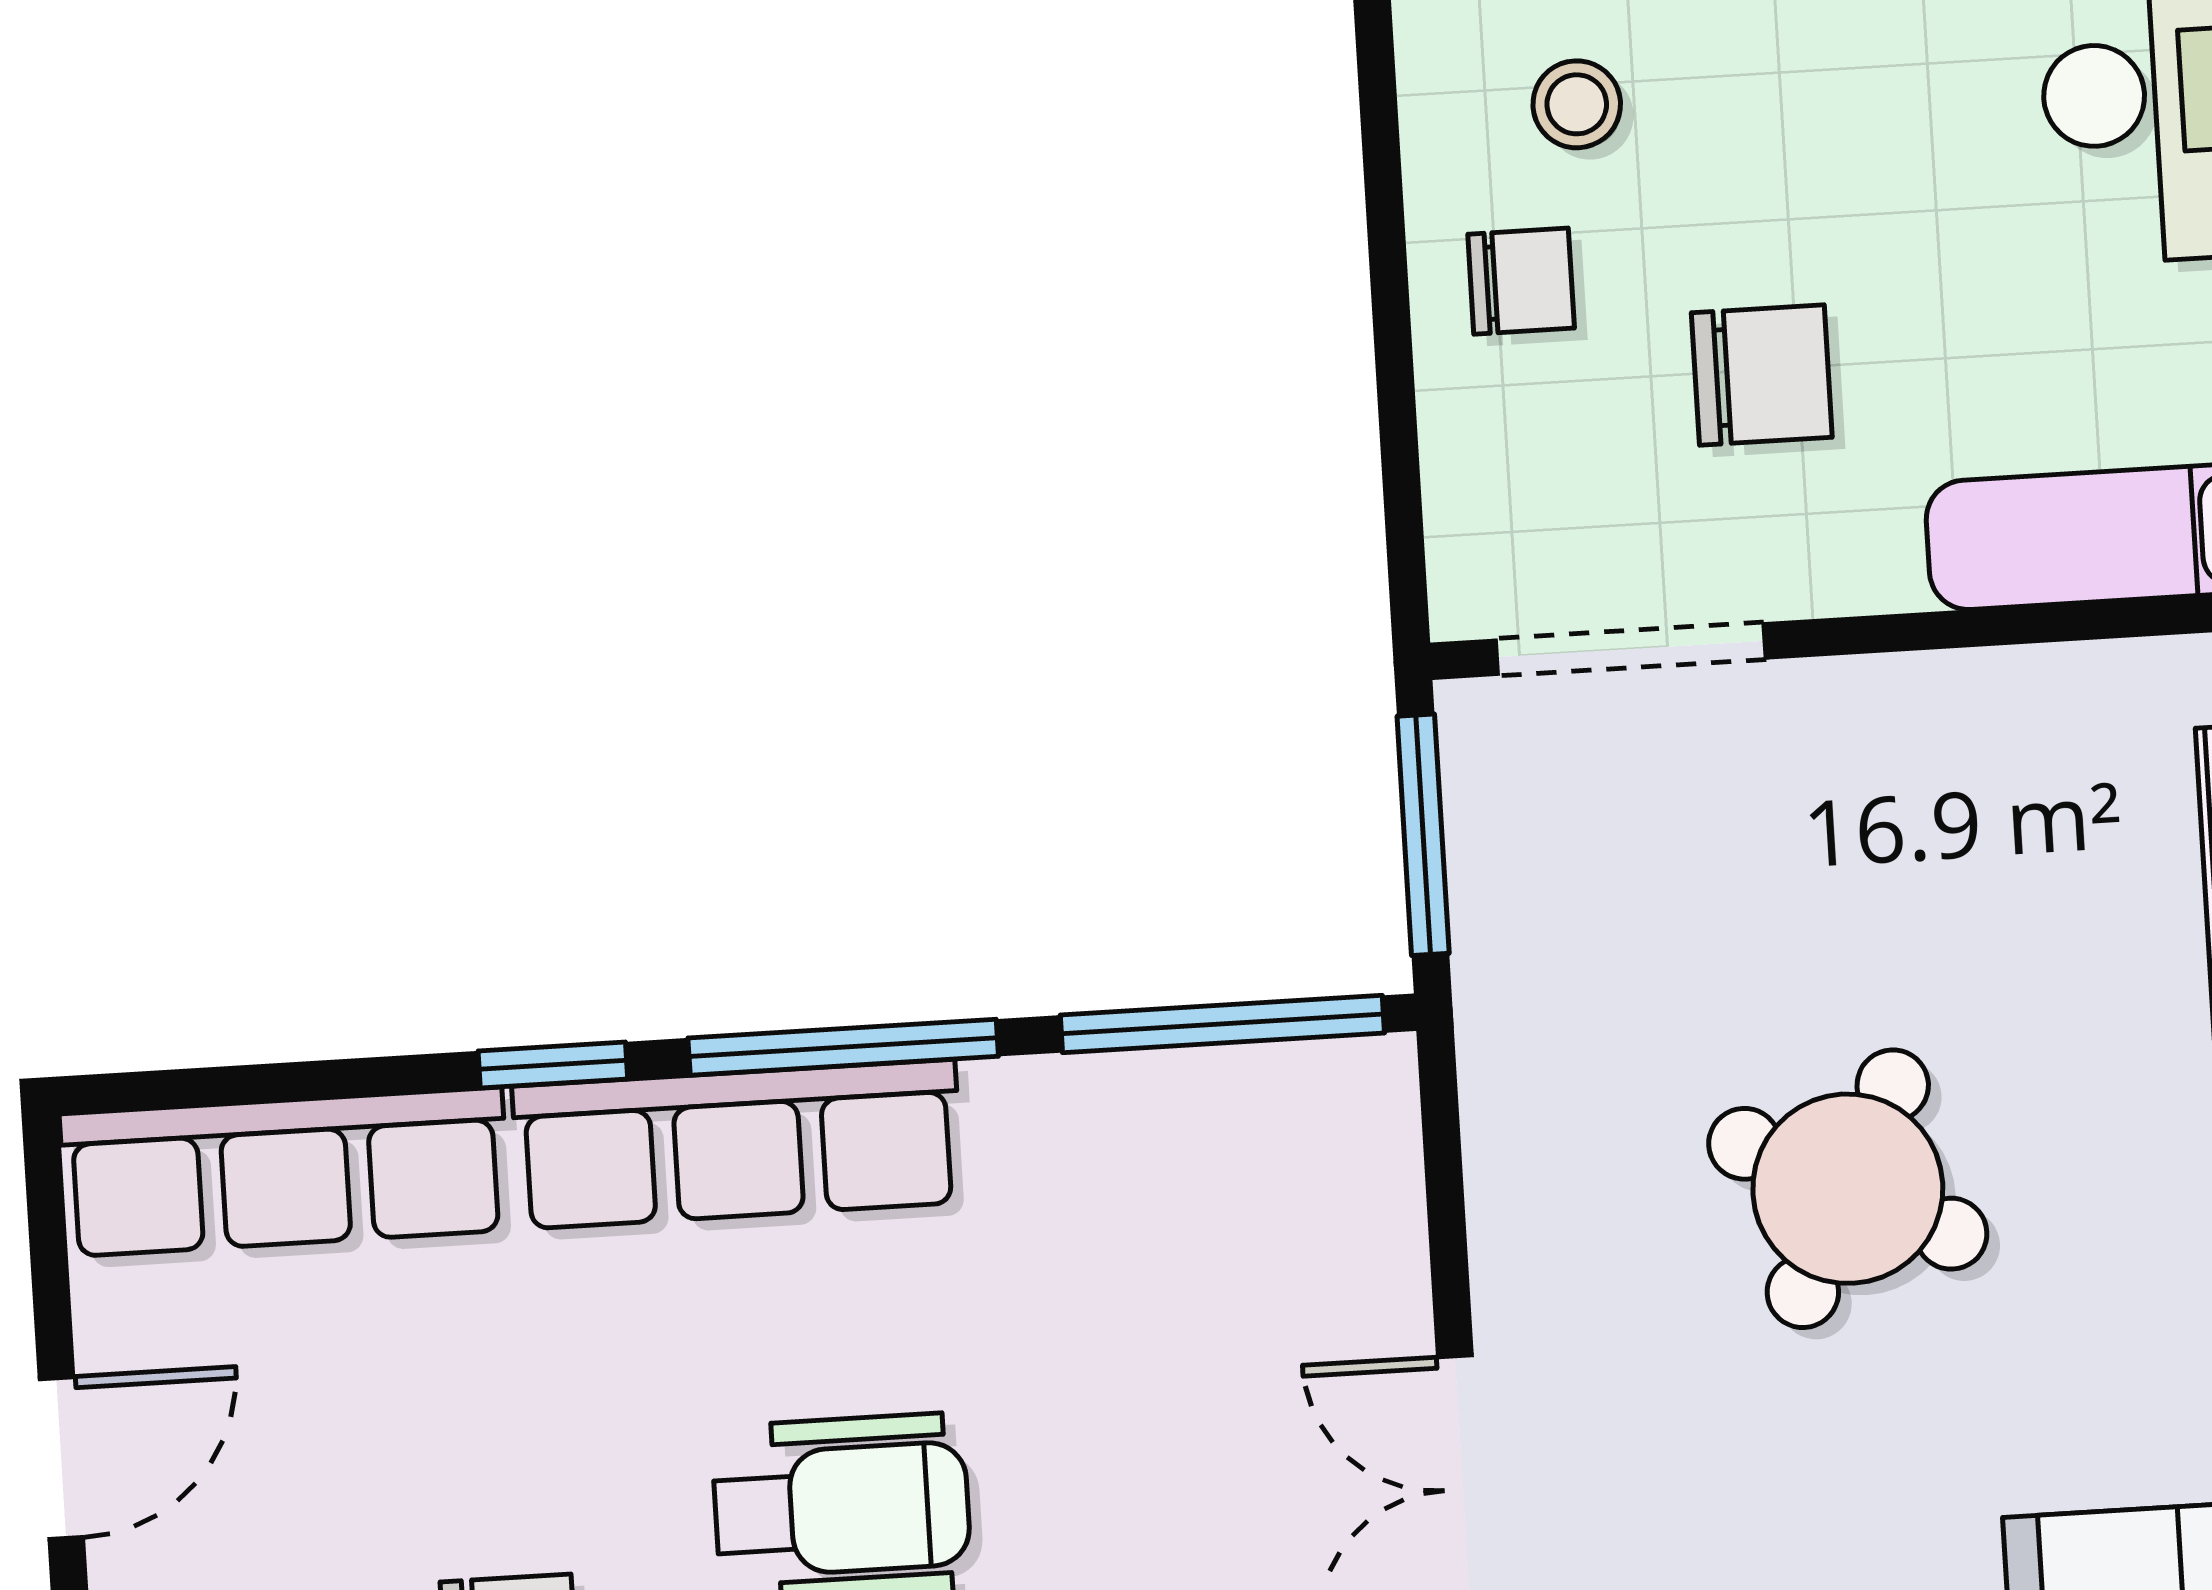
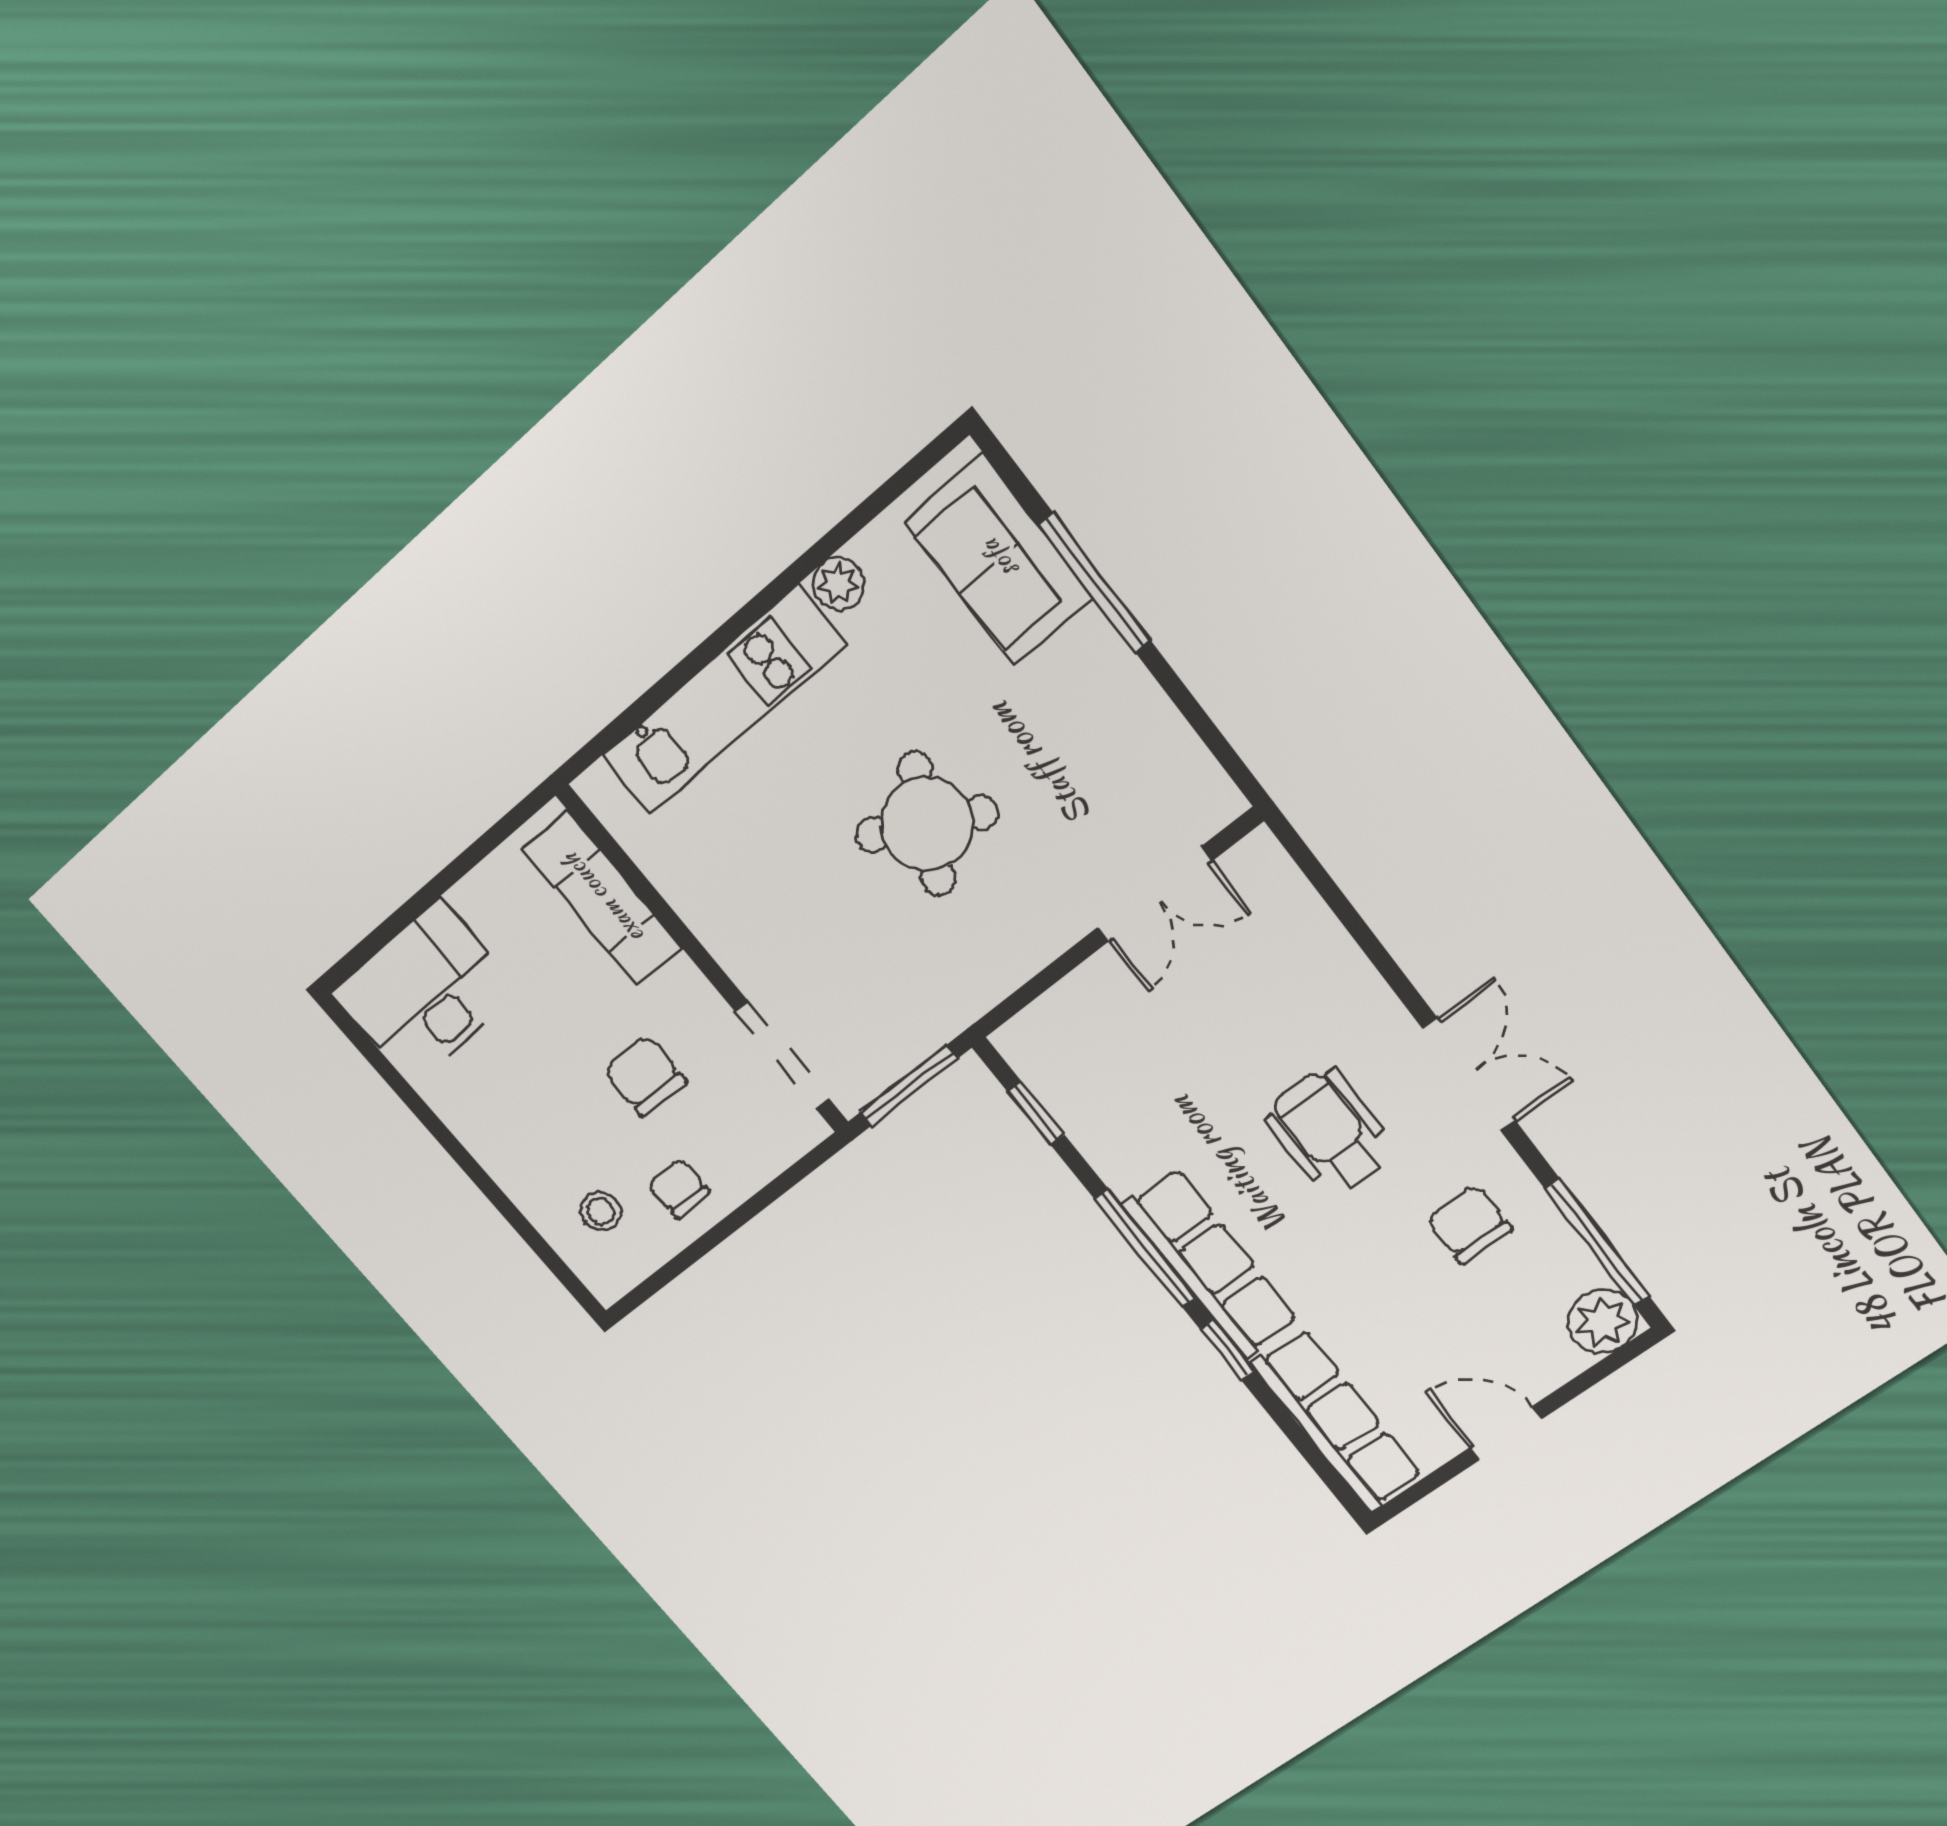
window: (1222, 1024) -> (1036, 1113), width x0.46

